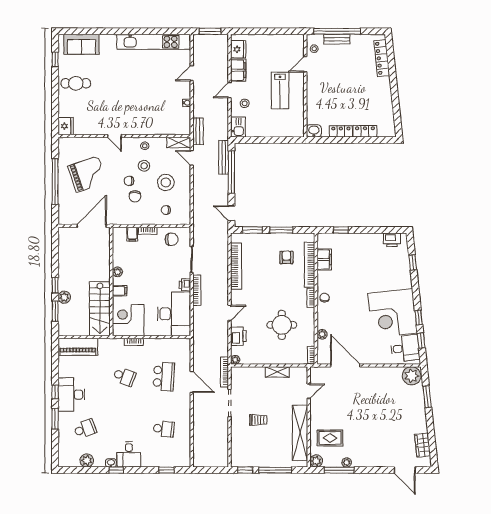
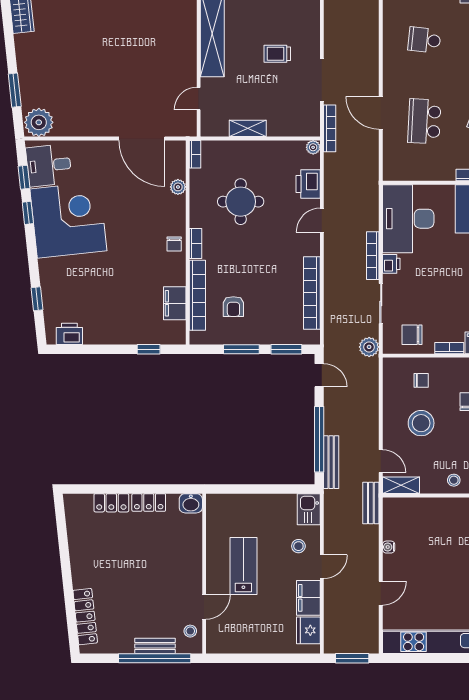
stool: (144, 166) -> (455, 449), removed
plant: (199, 231) -> (369, 347), added
rug: (330, 438) -> (166, 26), removed

